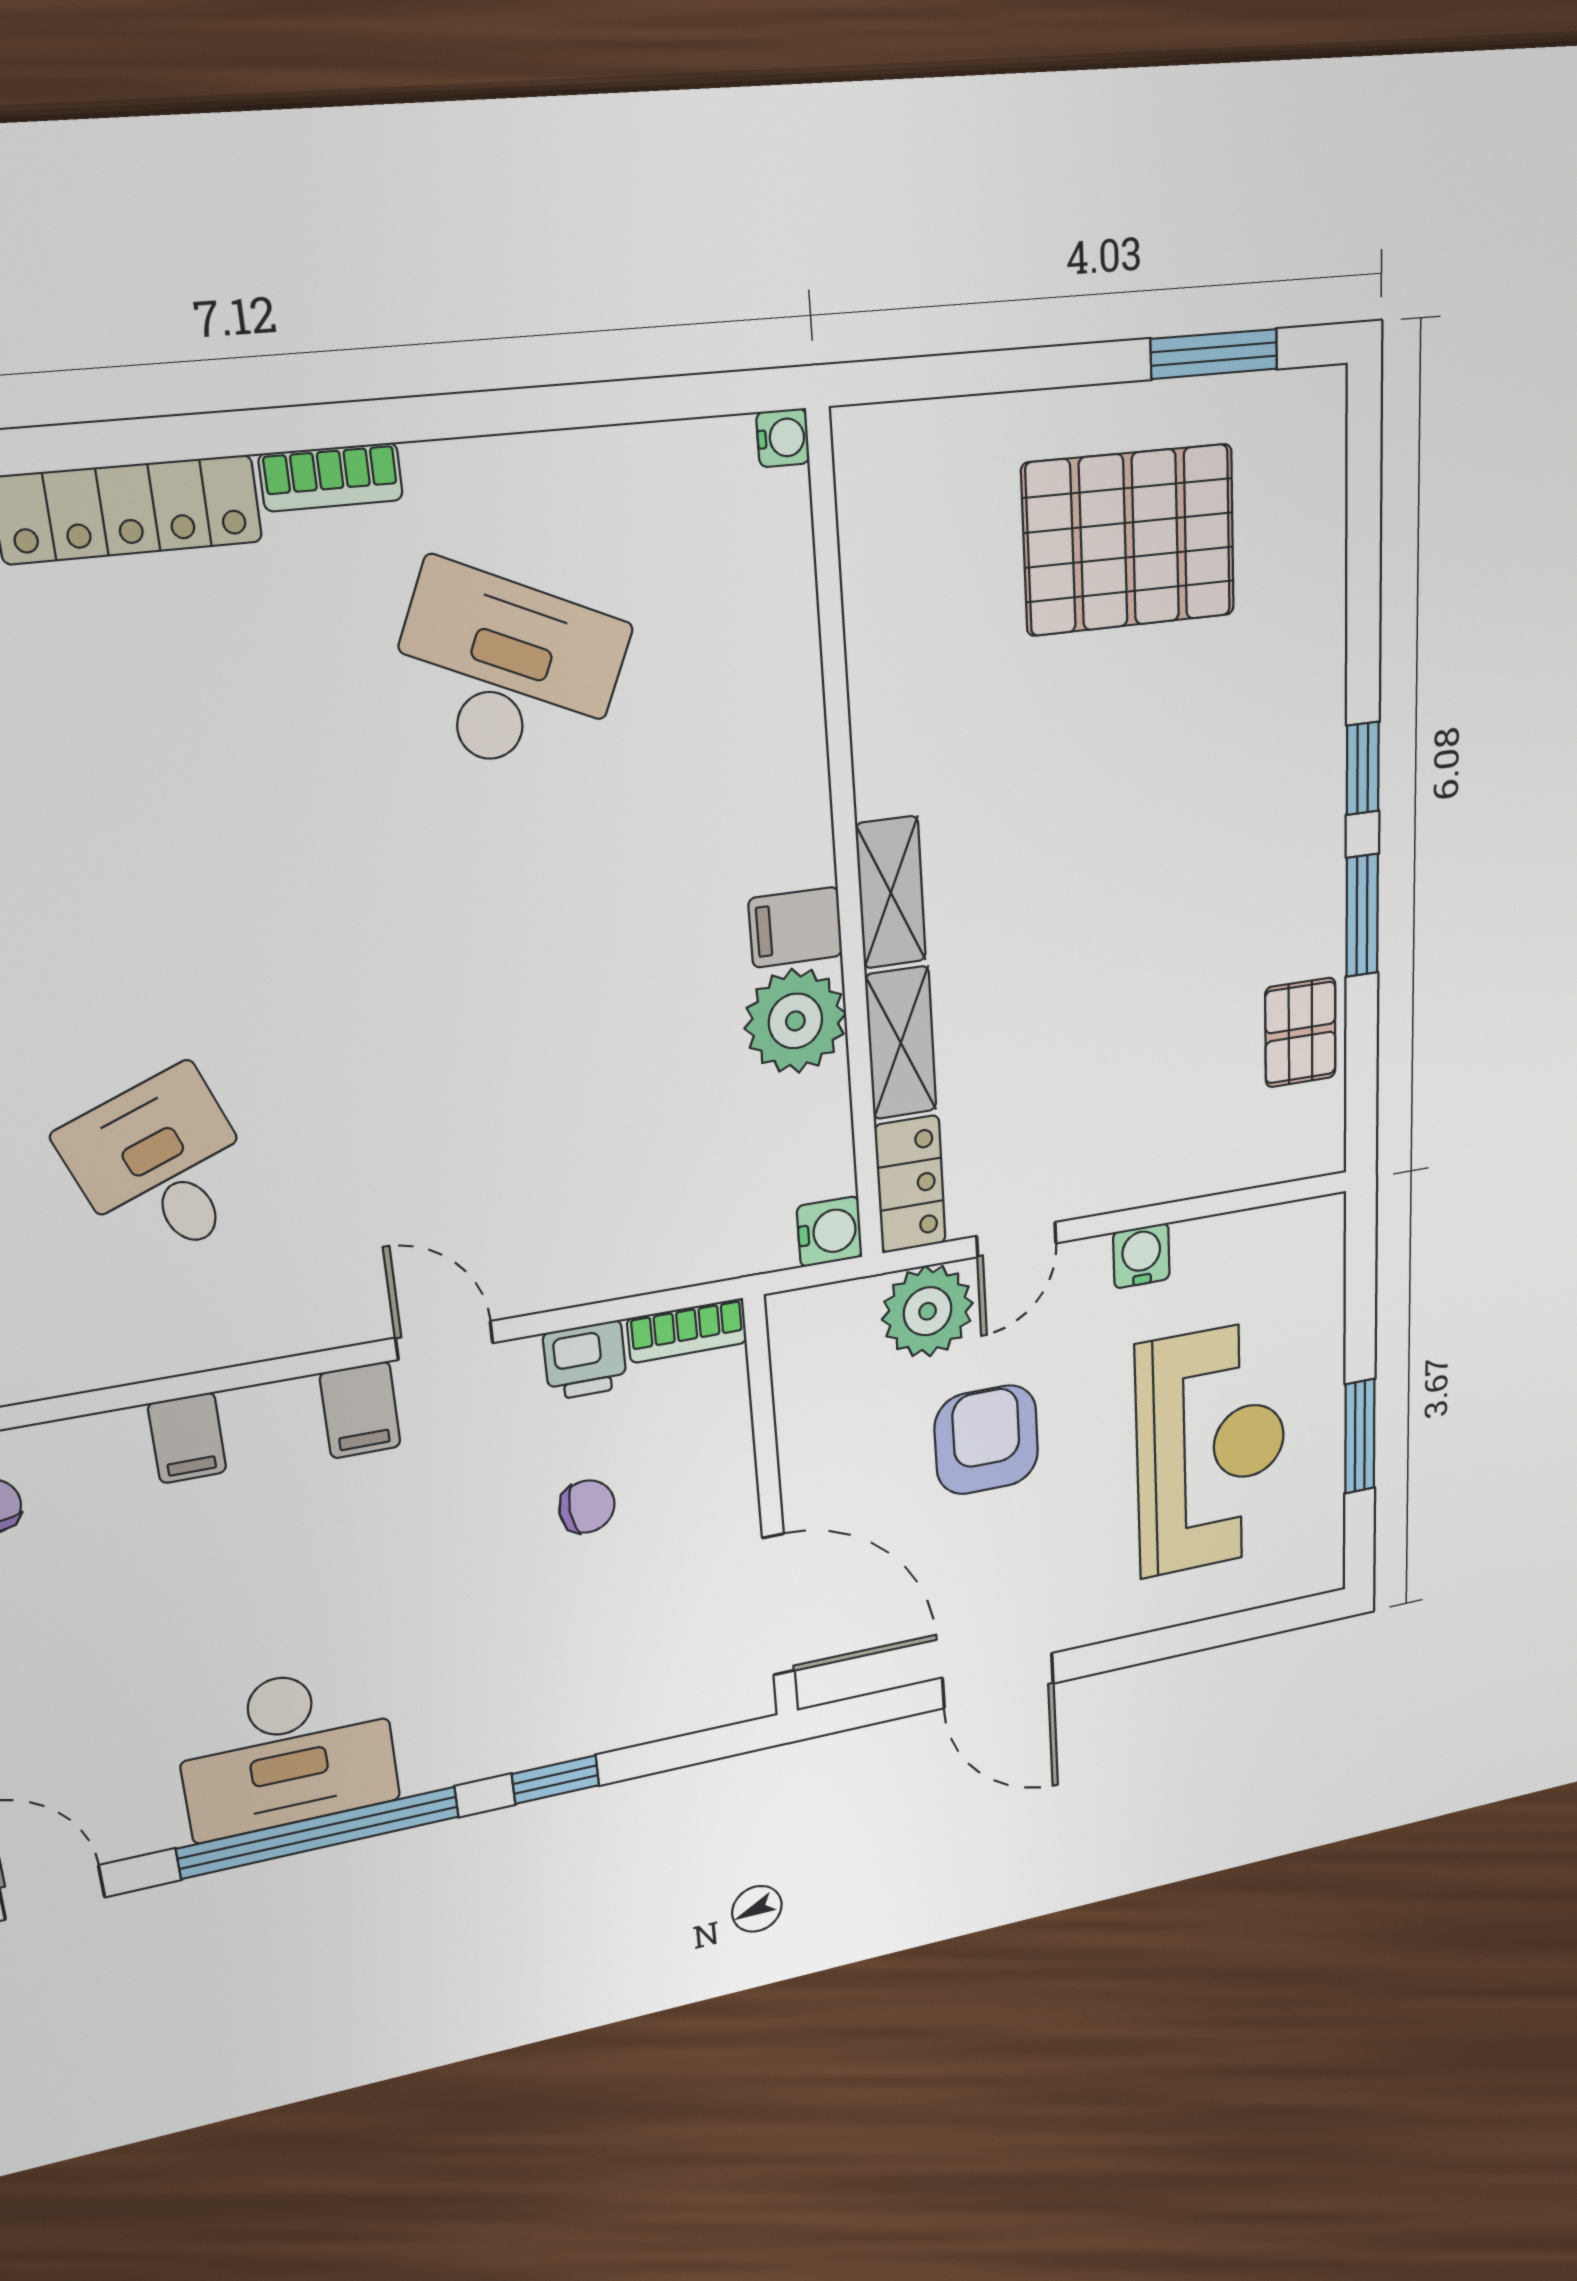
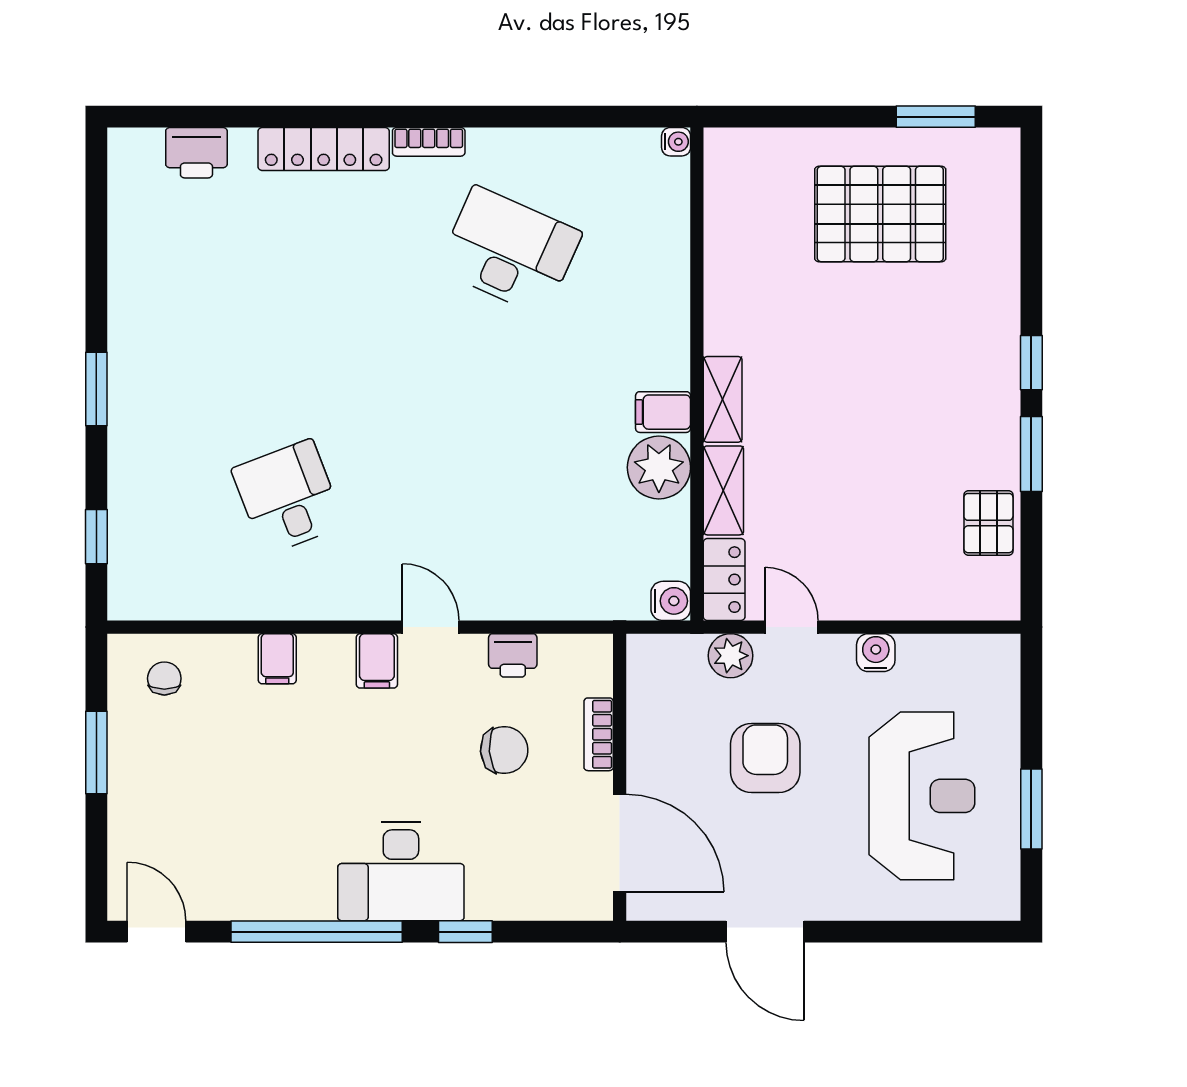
door: (1017, 1240) -> (792, 627), swing flipped
plant: (928, 1311) -> (731, 656), width x0.73, depth x0.73
bookcase: (687, 1331) -> (599, 734), moved, turned 90
chair: (587, 1507) -> (504, 750), width x1.37, depth x1.37
desk: (287, 1751) -> (401, 871), moved

